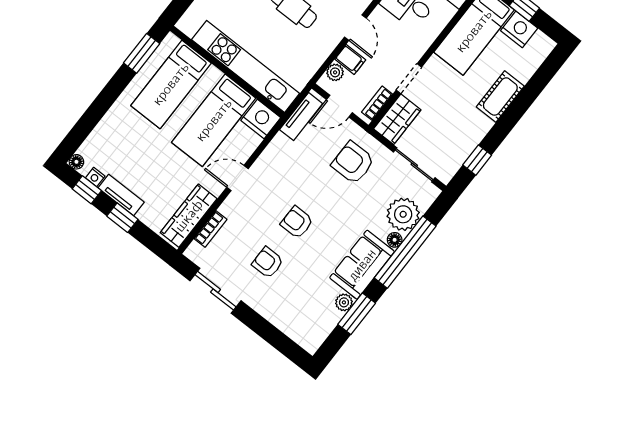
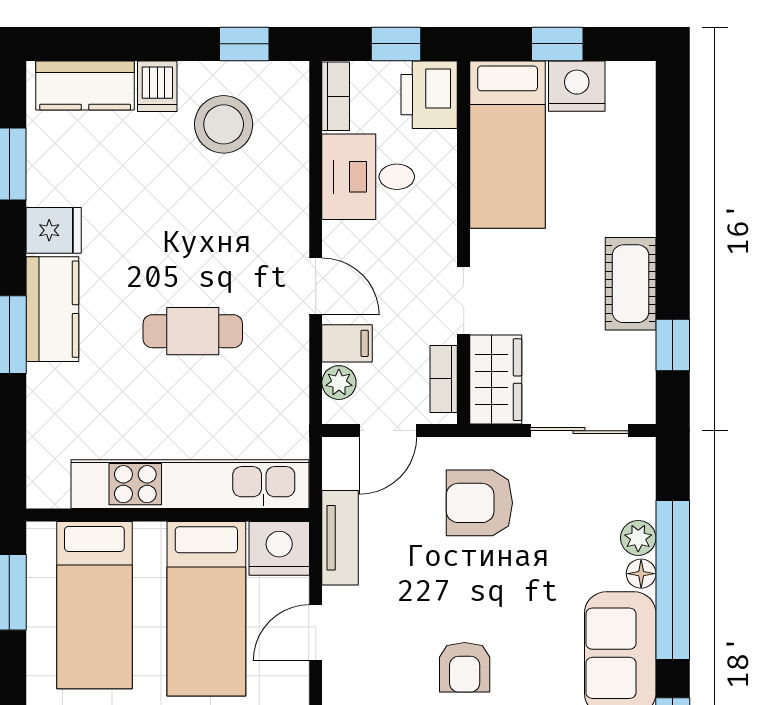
cot: (500, 97) -> (631, 284), moved
tv unit: (301, 117) -> (340, 538), moved
door: (237, 178) -> (316, 633), moved
plant: (403, 214) -> (638, 538), width x0.53, depth x0.53
armchair: (297, 222) -> (465, 667), turned -90

